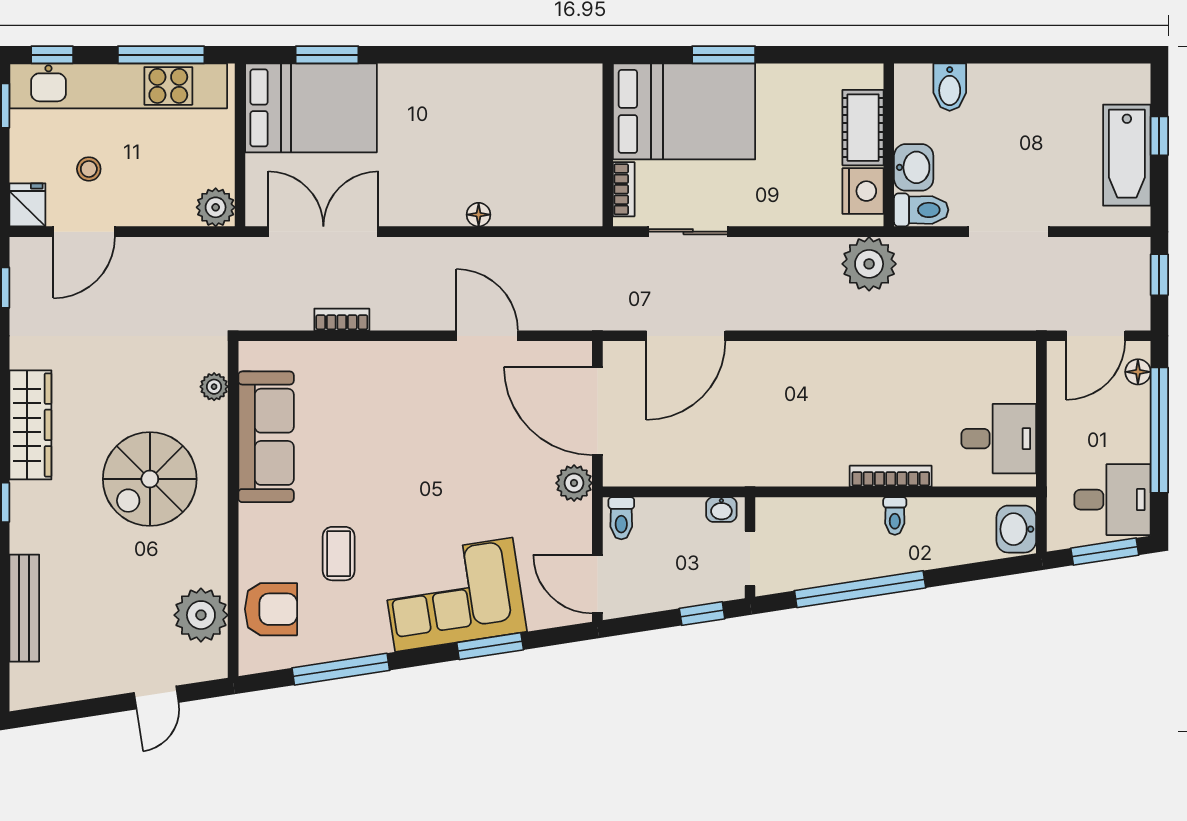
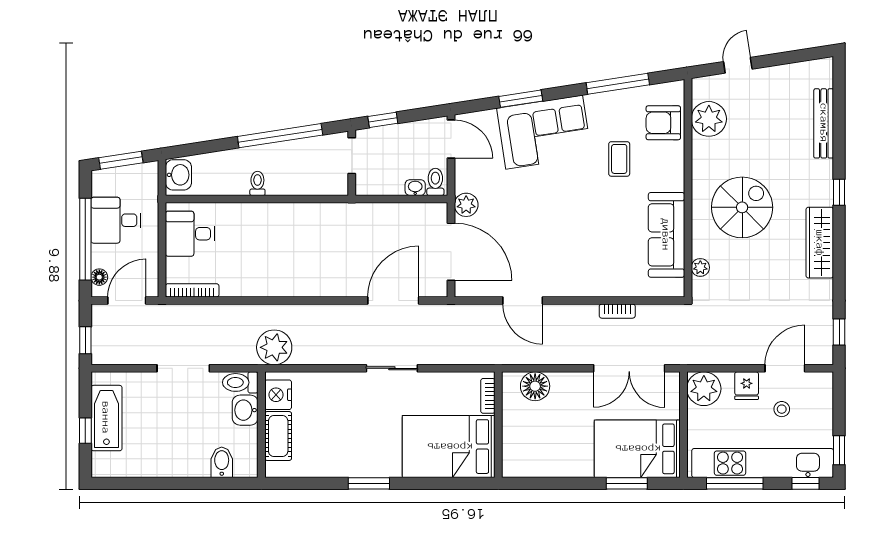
bed: (684, 111) -> (449, 447), moved
wall: (608, 145) -> (498, 425), moved
bookcase: (624, 189) -> (488, 396), moved
fridge: (27, 205) -> (747, 386), moved
plant: (216, 207) -> (704, 389), width x1.36, depth x1.36
floor lamp: (479, 215) -> (535, 386), width x1.89, depth x1.89
bookcase: (891, 476) -> (192, 290), moved, turned 180
desk: (1113, 500) -> (116, 220), moved
washbasin: (721, 509) -> (415, 188), moved

